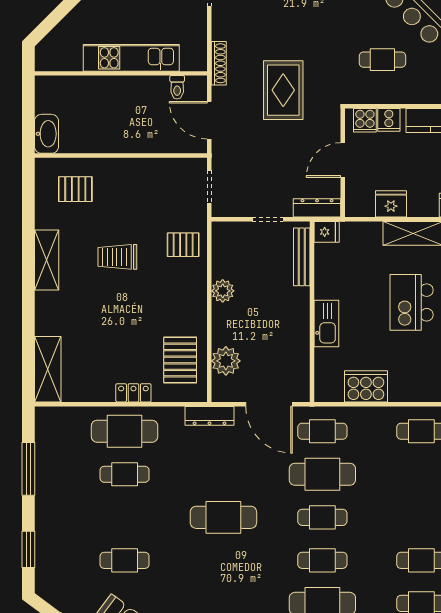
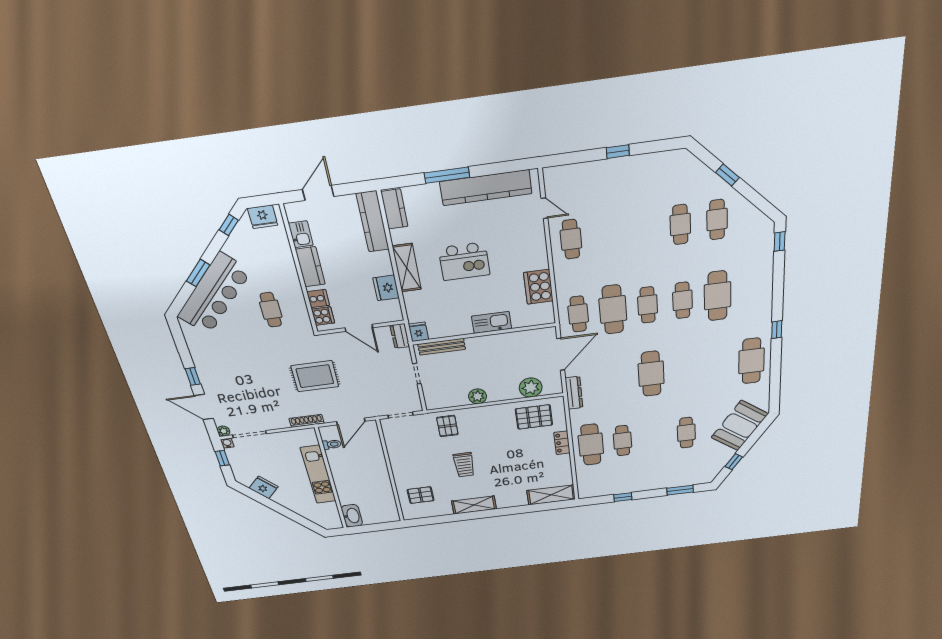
washbasin: (46, 134) -> (352, 516), moved, turned 90
pallet: (75, 189) -> (421, 495), turned 90
dresser: (317, 208) -> (400, 336), width x0.70
window: (28, 469) -> (623, 497), width x0.46

